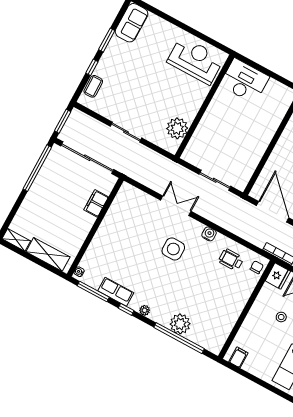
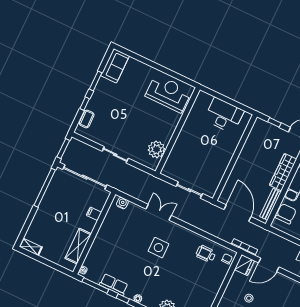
desk: (244, 81) -> (224, 115), moved
filing cabinet: (96, 203) -> (94, 214), width x0.50
water cooler: (209, 234) -> (122, 203), moved
shelving: (48, 254) -> (78, 246), moved, turned 90

